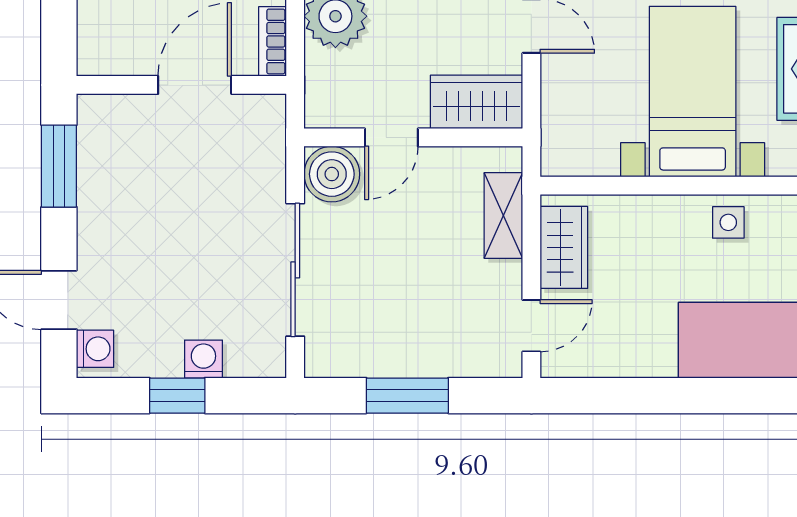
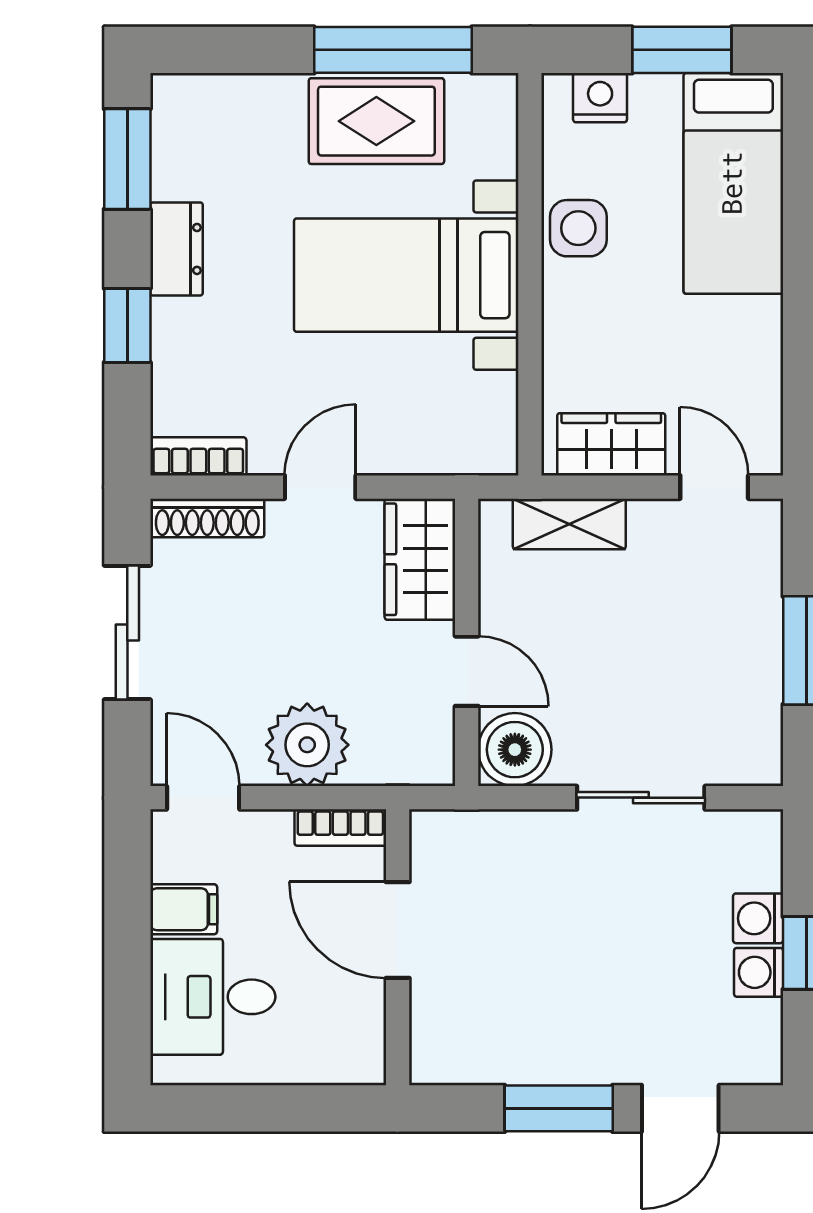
window: (59, 166) -> (559, 1108), moved
side table: (728, 222) -> (578, 228), width x1.37, depth x1.37
sliding door: (295, 270) -> (641, 798), width x0.73
washing machine: (95, 349) -> (759, 972), moved, turned -90

